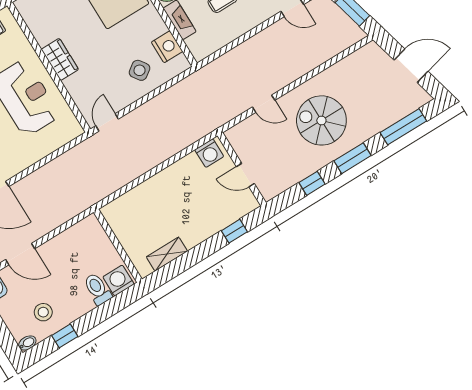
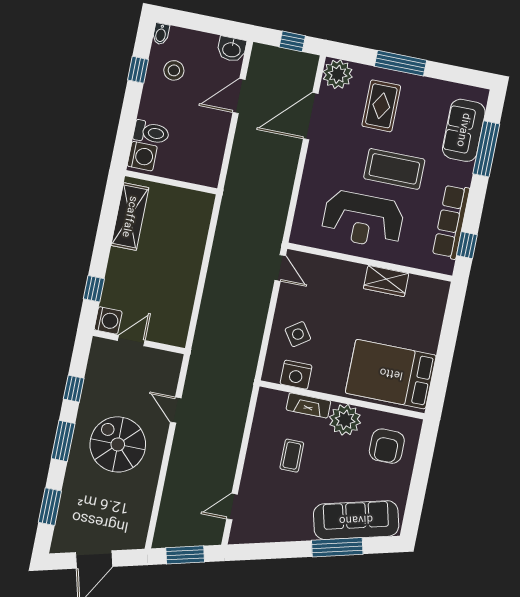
wardrobe: (60, 59) -> (386, 281), moved
door: (264, 104) -> (176, 410), hinge flipped
spiral stairs: (321, 120) -> (118, 444), turned -90
window: (403, 127) -> (50, 507), width x0.69
washing machine: (209, 153) -> (108, 320), moved, turned 180
shelving: (167, 254) -> (130, 217), width x1.50, depth x1.33

